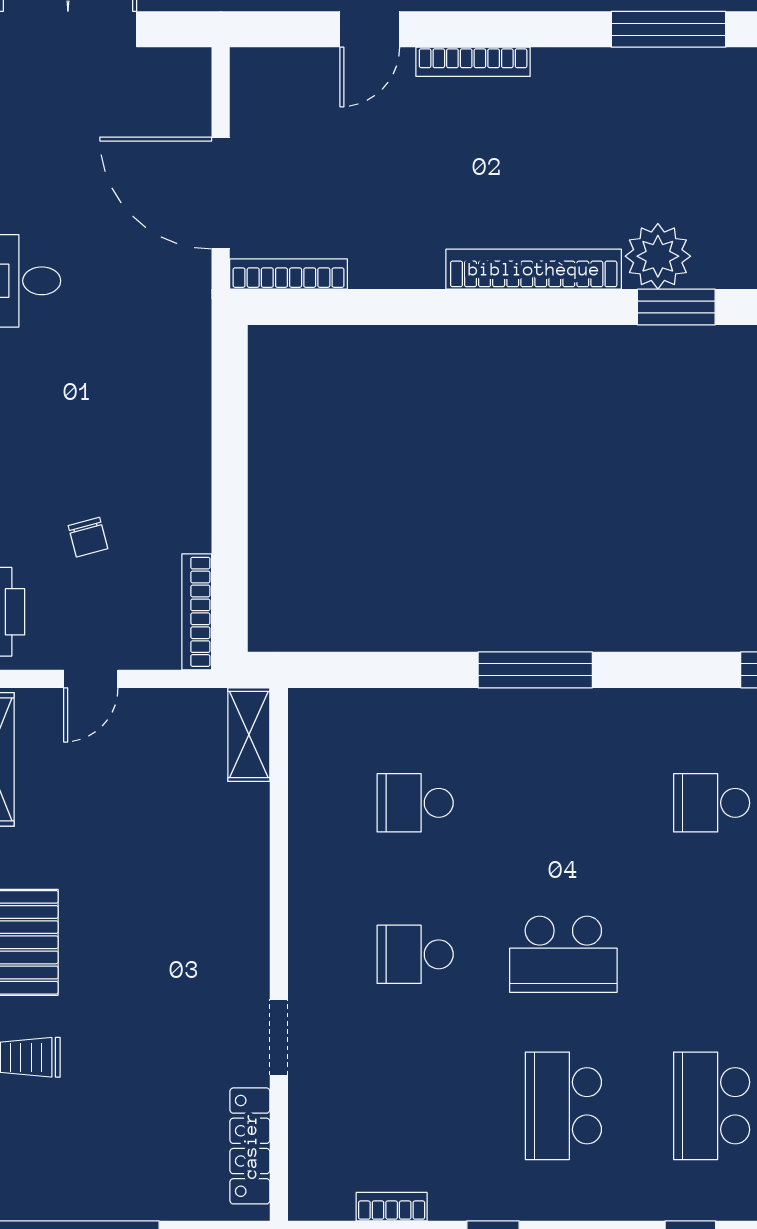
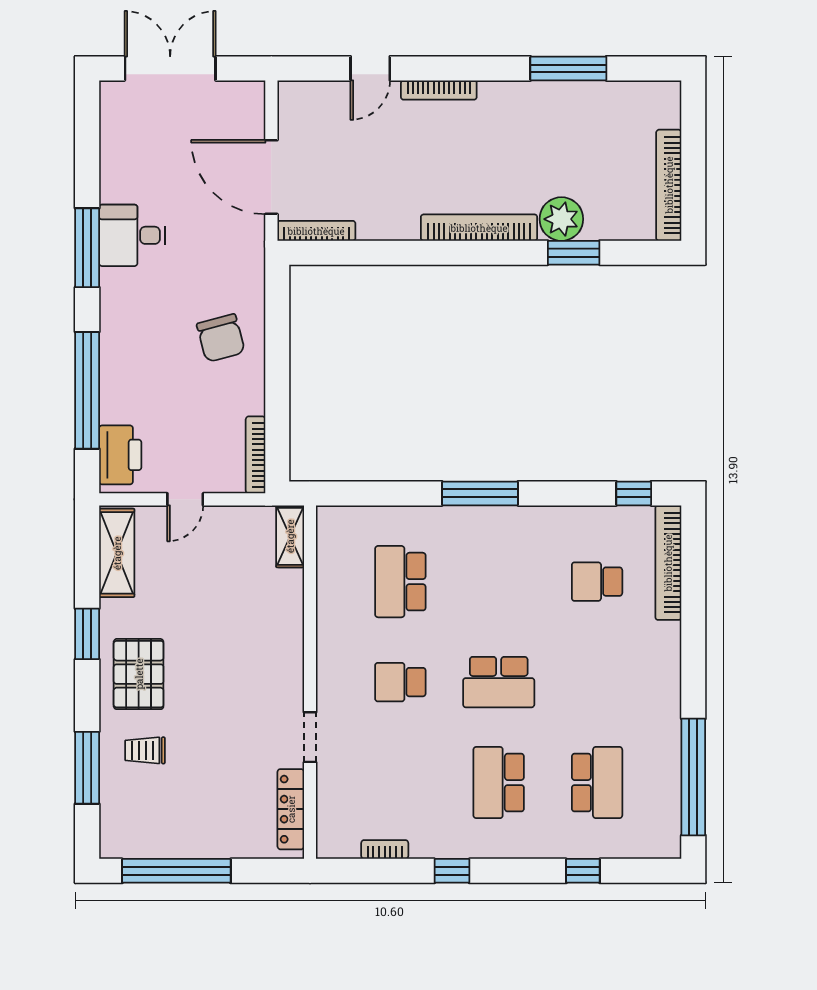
chair: (88, 537) -> (221, 338), moved, width x1.87, depth x1.87
school desk: (415, 803) -> (400, 582), width x1.85
school desk: (712, 1106) -> (597, 783), turned 180

